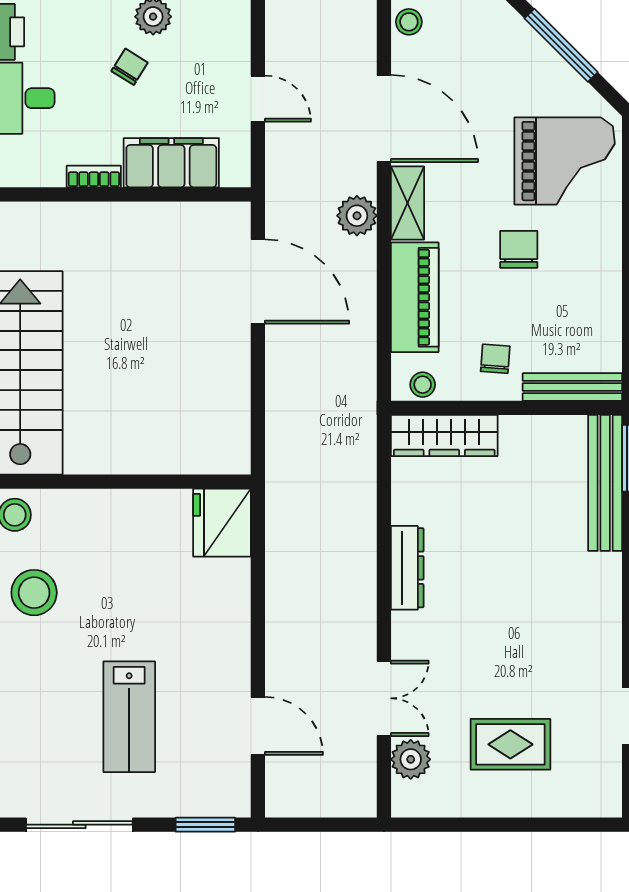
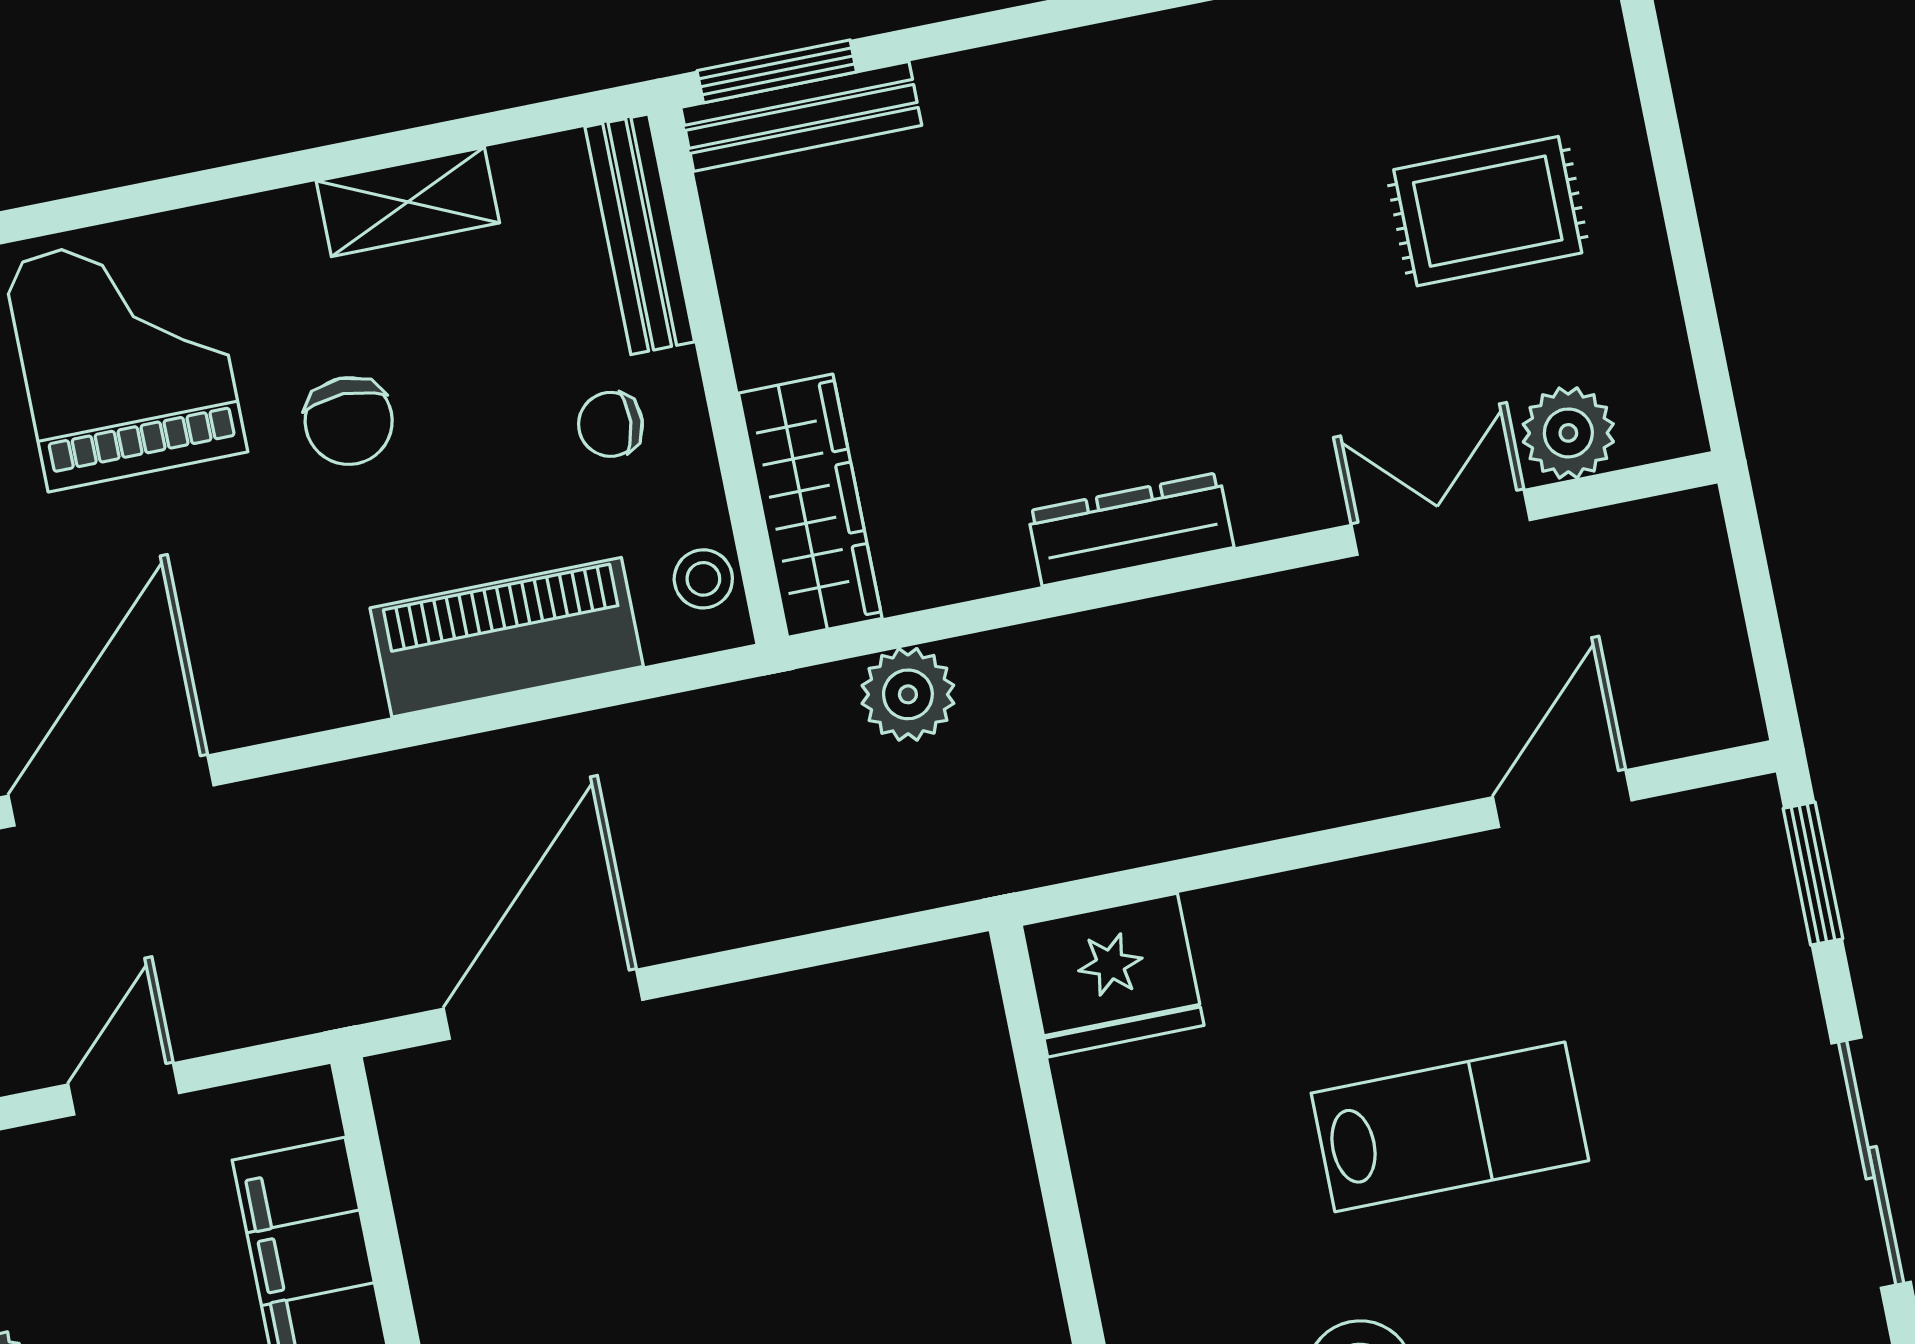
shelving: (407, 203) -> (408, 202), moved
plant: (357, 216) -> (908, 694), moved
chair: (519, 249) -> (349, 421), turned -90
bench: (605, 483) -> (801, 116), width x0.73, depth x0.82
lab bench: (129, 717) -> (1450, 1127), moved
rug: (510, 744) -> (1488, 211), turned 90

